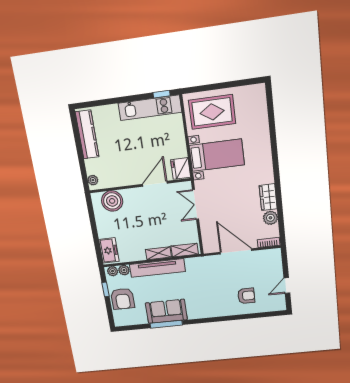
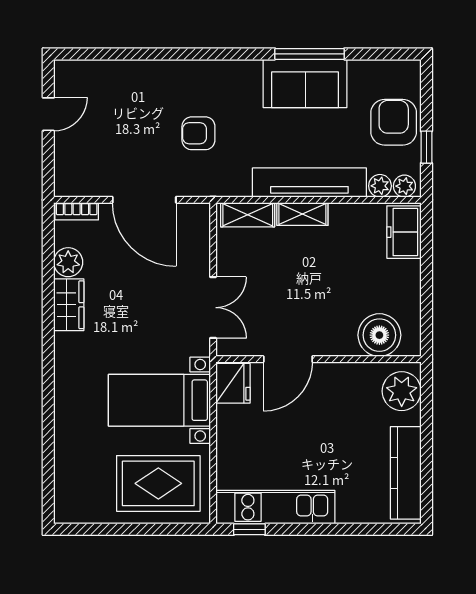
plant: (93, 180) -> (402, 391), width x1.88, depth x1.88
armchair: (246, 296) -> (198, 133), moved

